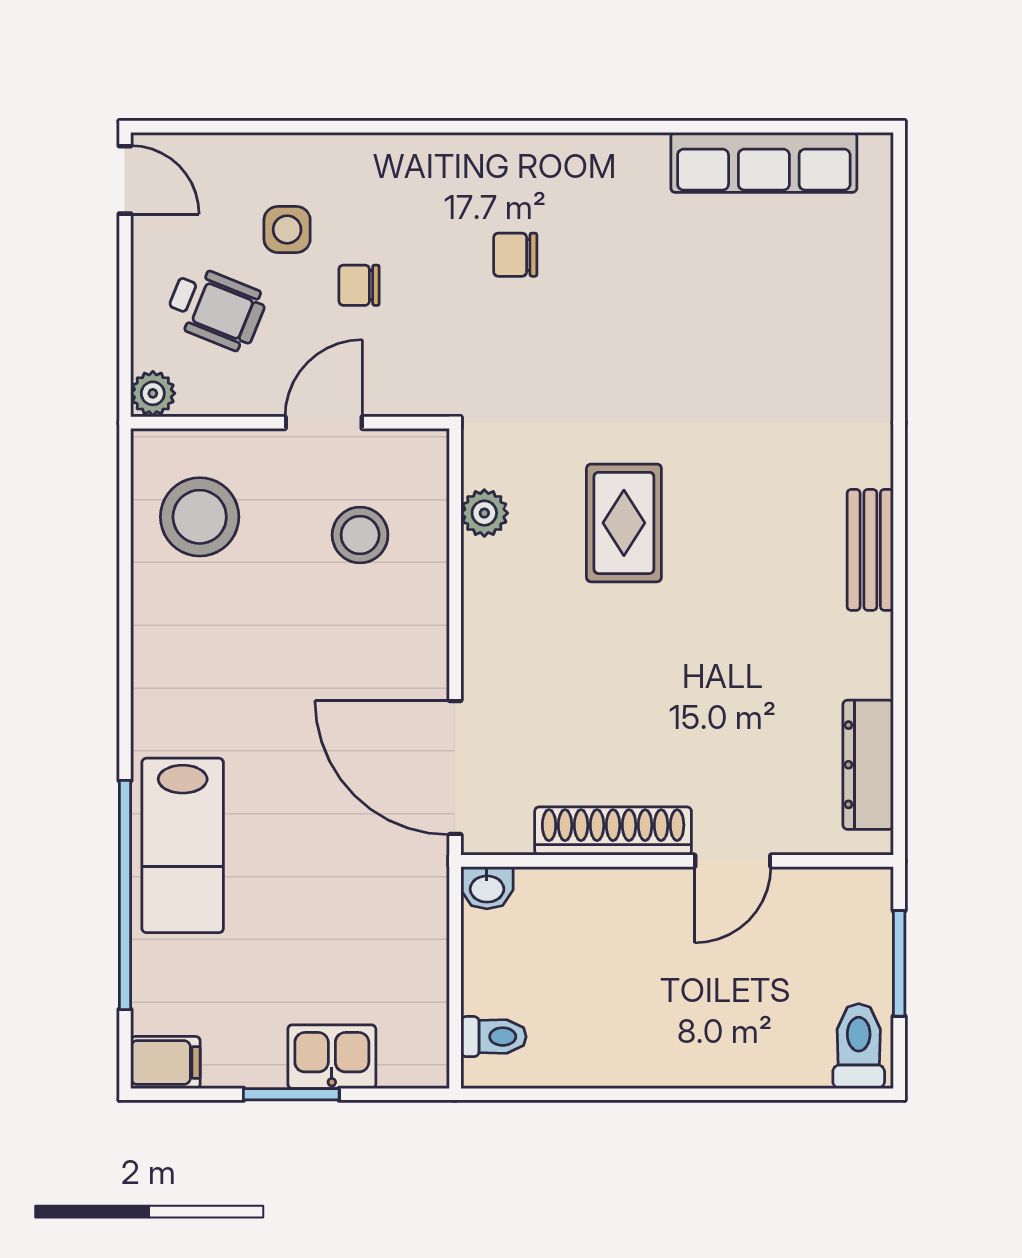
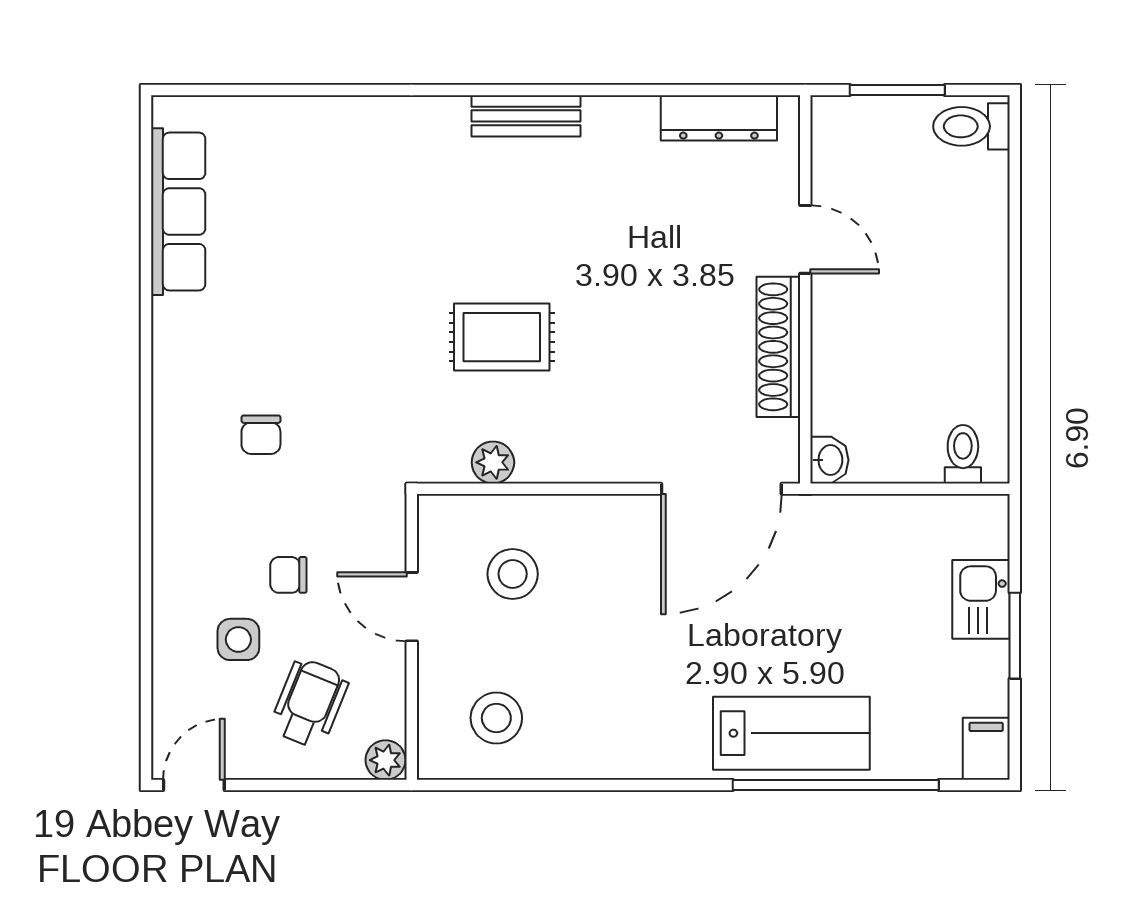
chair: (359, 285) -> (288, 575), turned 90
stool: (200, 517) -> (496, 718), width x0.73, depth x0.73

